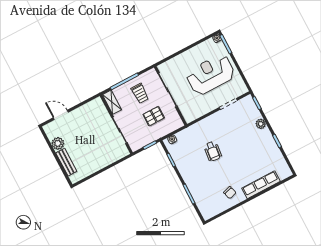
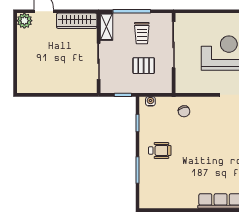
wardrobe: (88, 109) -> (77, 21), added
plant: (58, 143) -> (24, 21), moved
wheelchair: (213, 151) -> (160, 151), moved, turned -96
bench: (66, 162) -> (23, 65), removed
chair: (230, 193) -> (184, 111), moved

